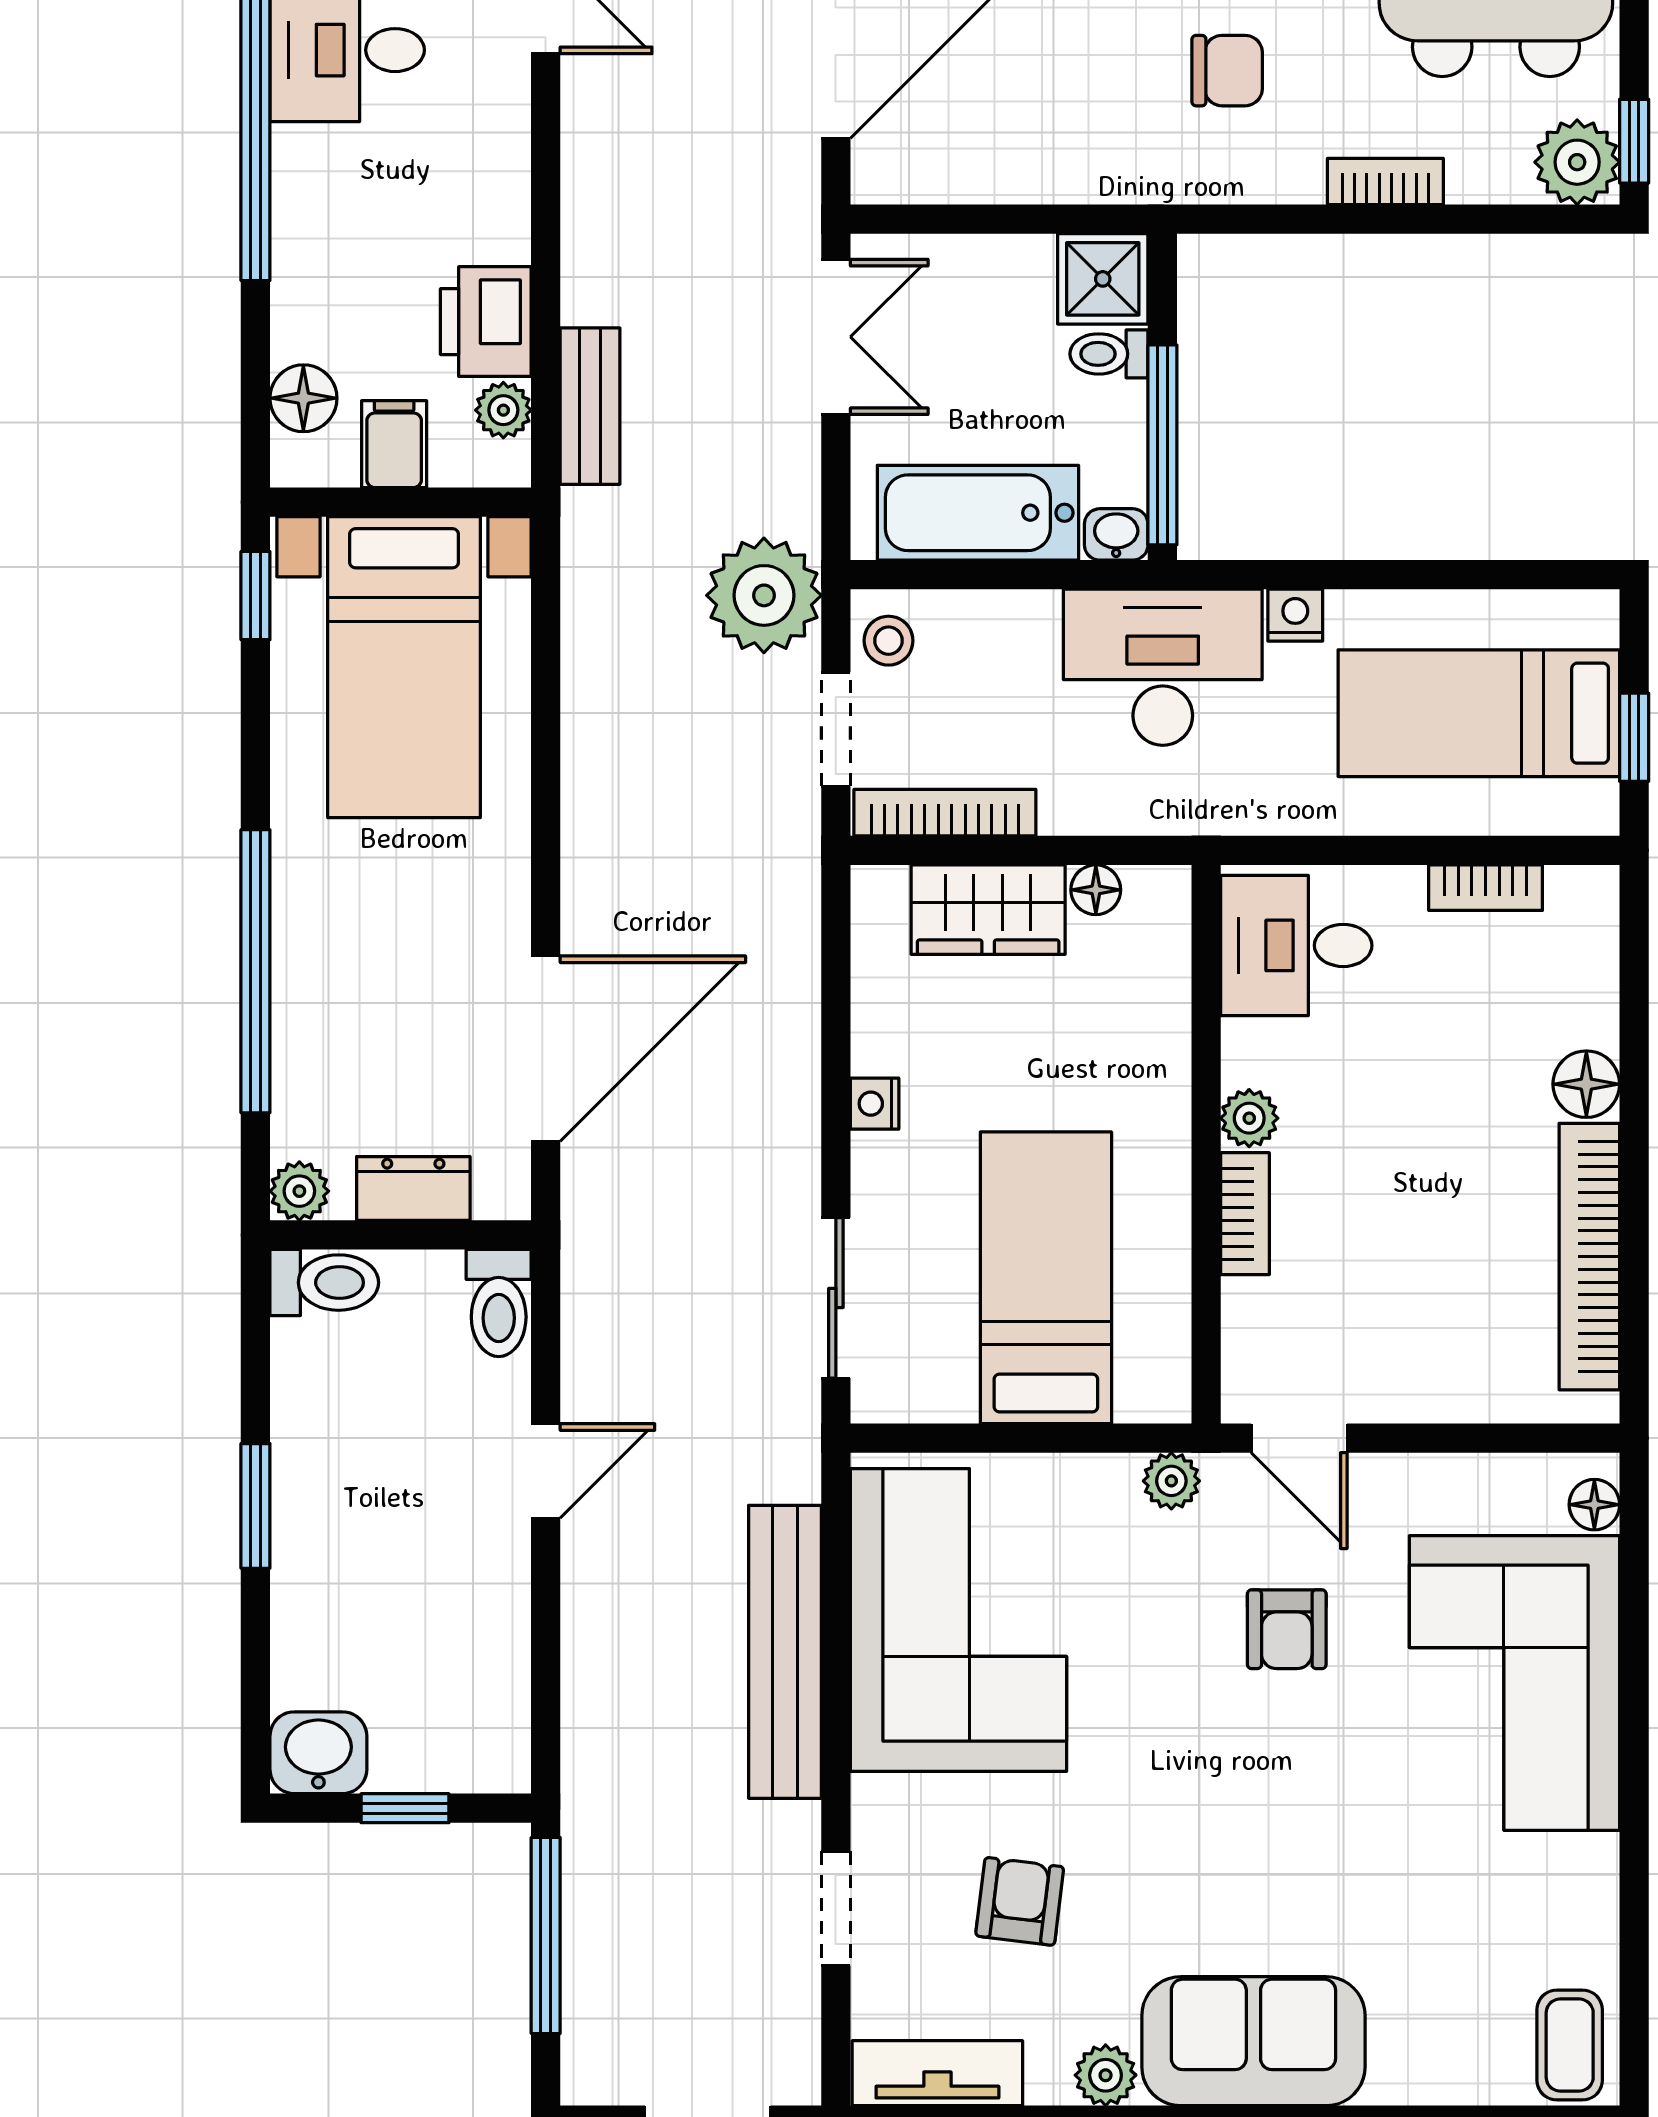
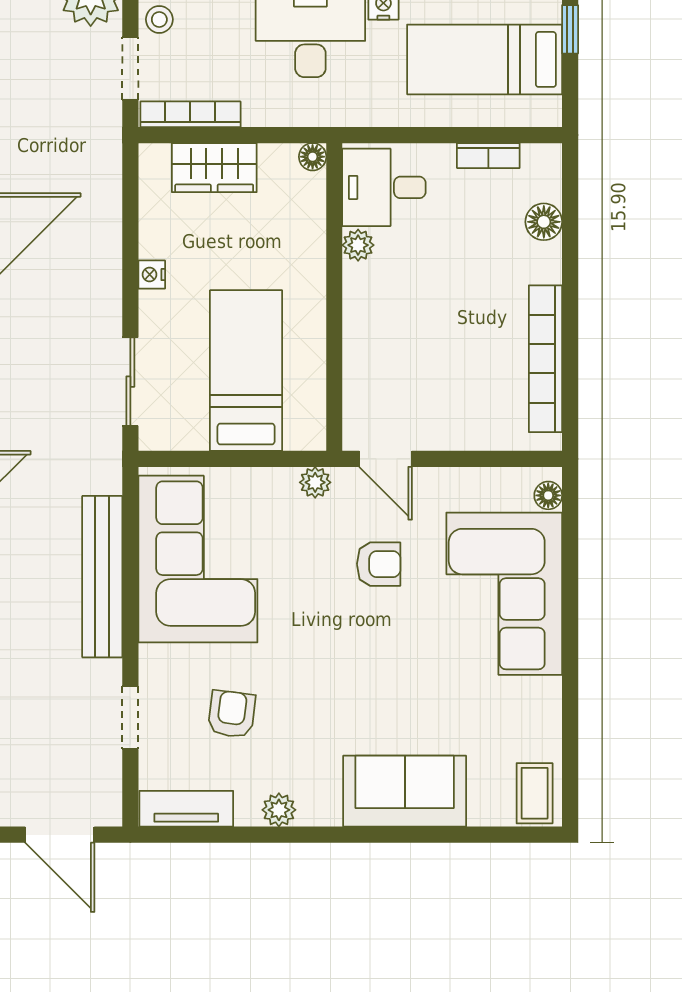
window: (1634, 737) -> (570, 29), moved
floor lamp: (1096, 890) -> (313, 157), moved
floor lamp: (1586, 1084) -> (544, 222), moved
plant: (1249, 1118) -> (358, 245), moved
bookcase: (1245, 1214) -> (356, 335), removed
armchair: (1287, 1629) -> (379, 564), turned -90
sofa: (1253, 2041) -> (405, 791), moved

